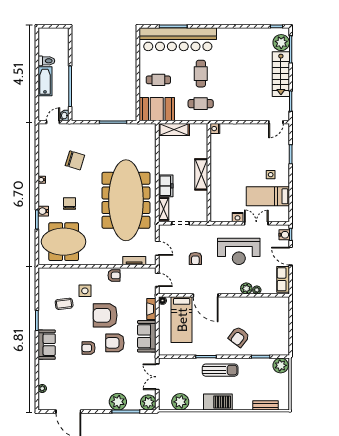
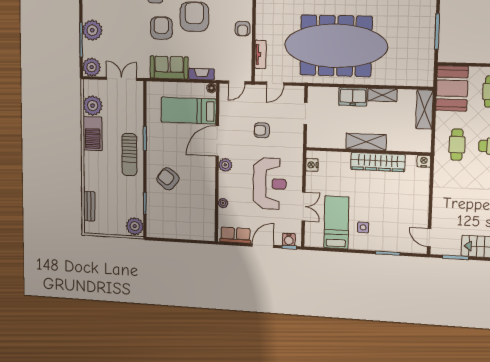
wardrobe: (217, 165) -> (378, 162), added
shelving: (164, 209) -> (382, 95), moved
nightstand: (238, 217) -> (312, 165), moved
reception desk: (239, 251) -> (270, 184), turned 180
plant: (246, 288) -> (225, 165), moved
barbecue: (218, 402) -> (93, 134), moved

